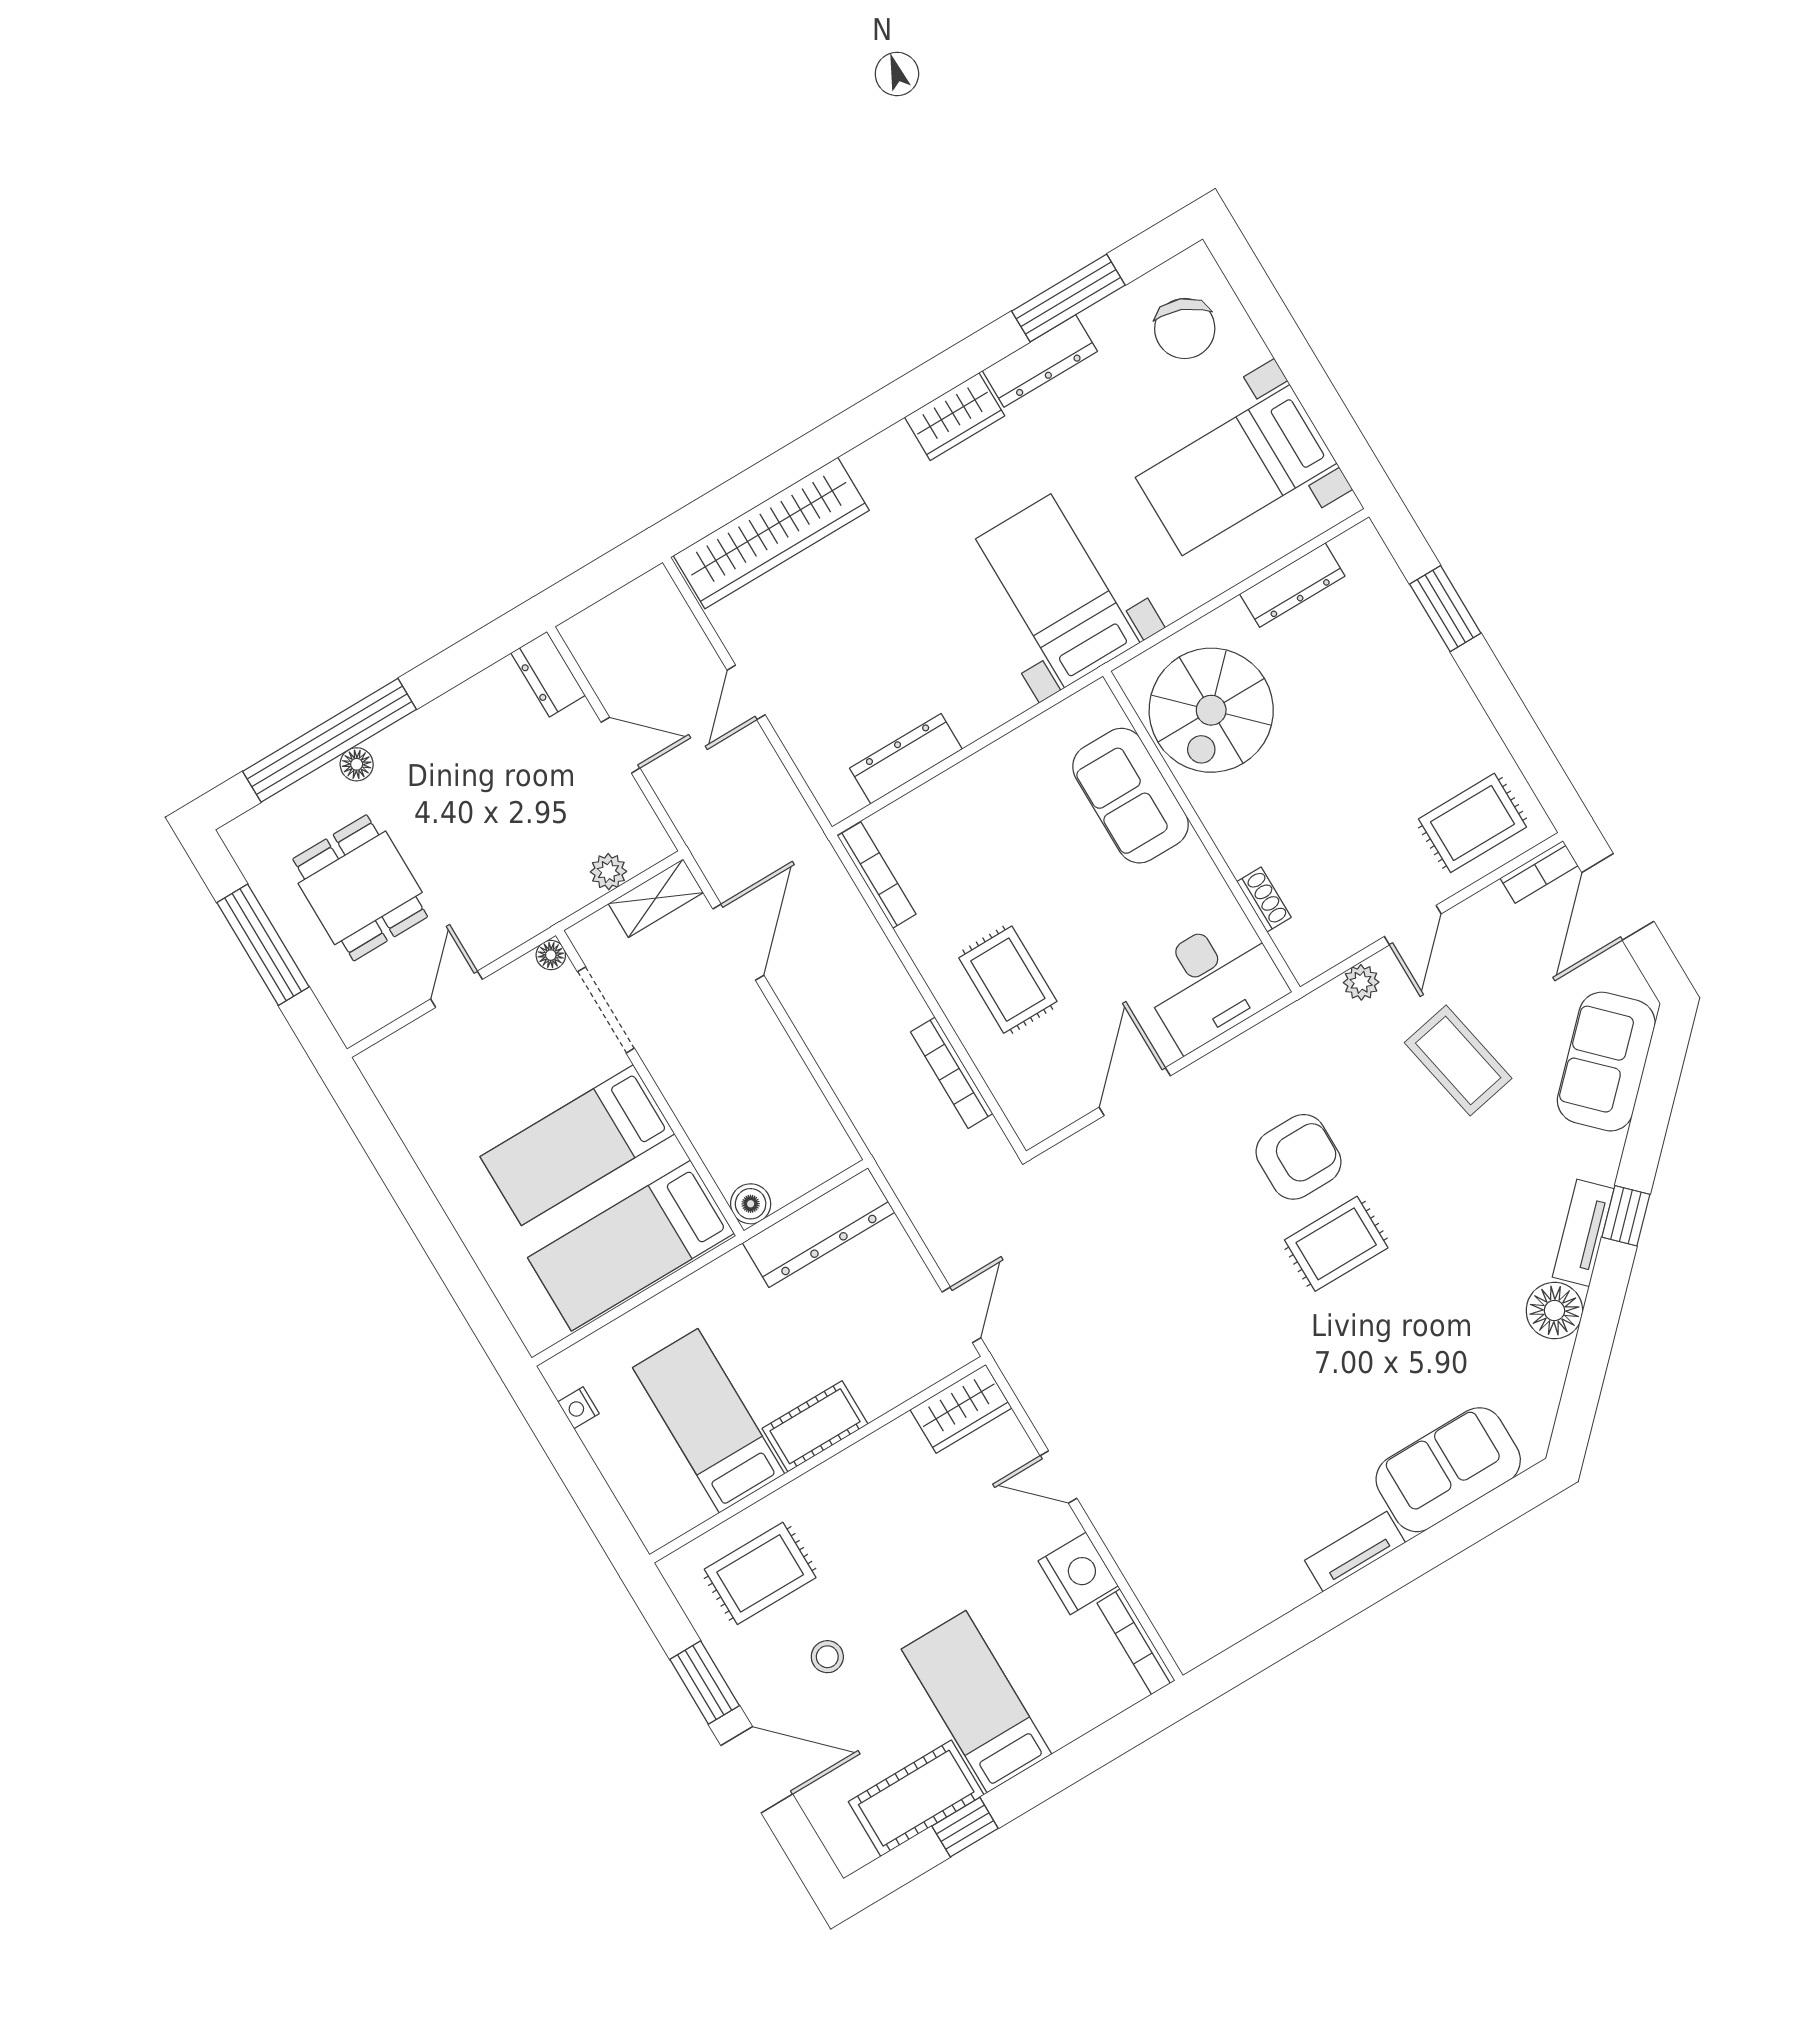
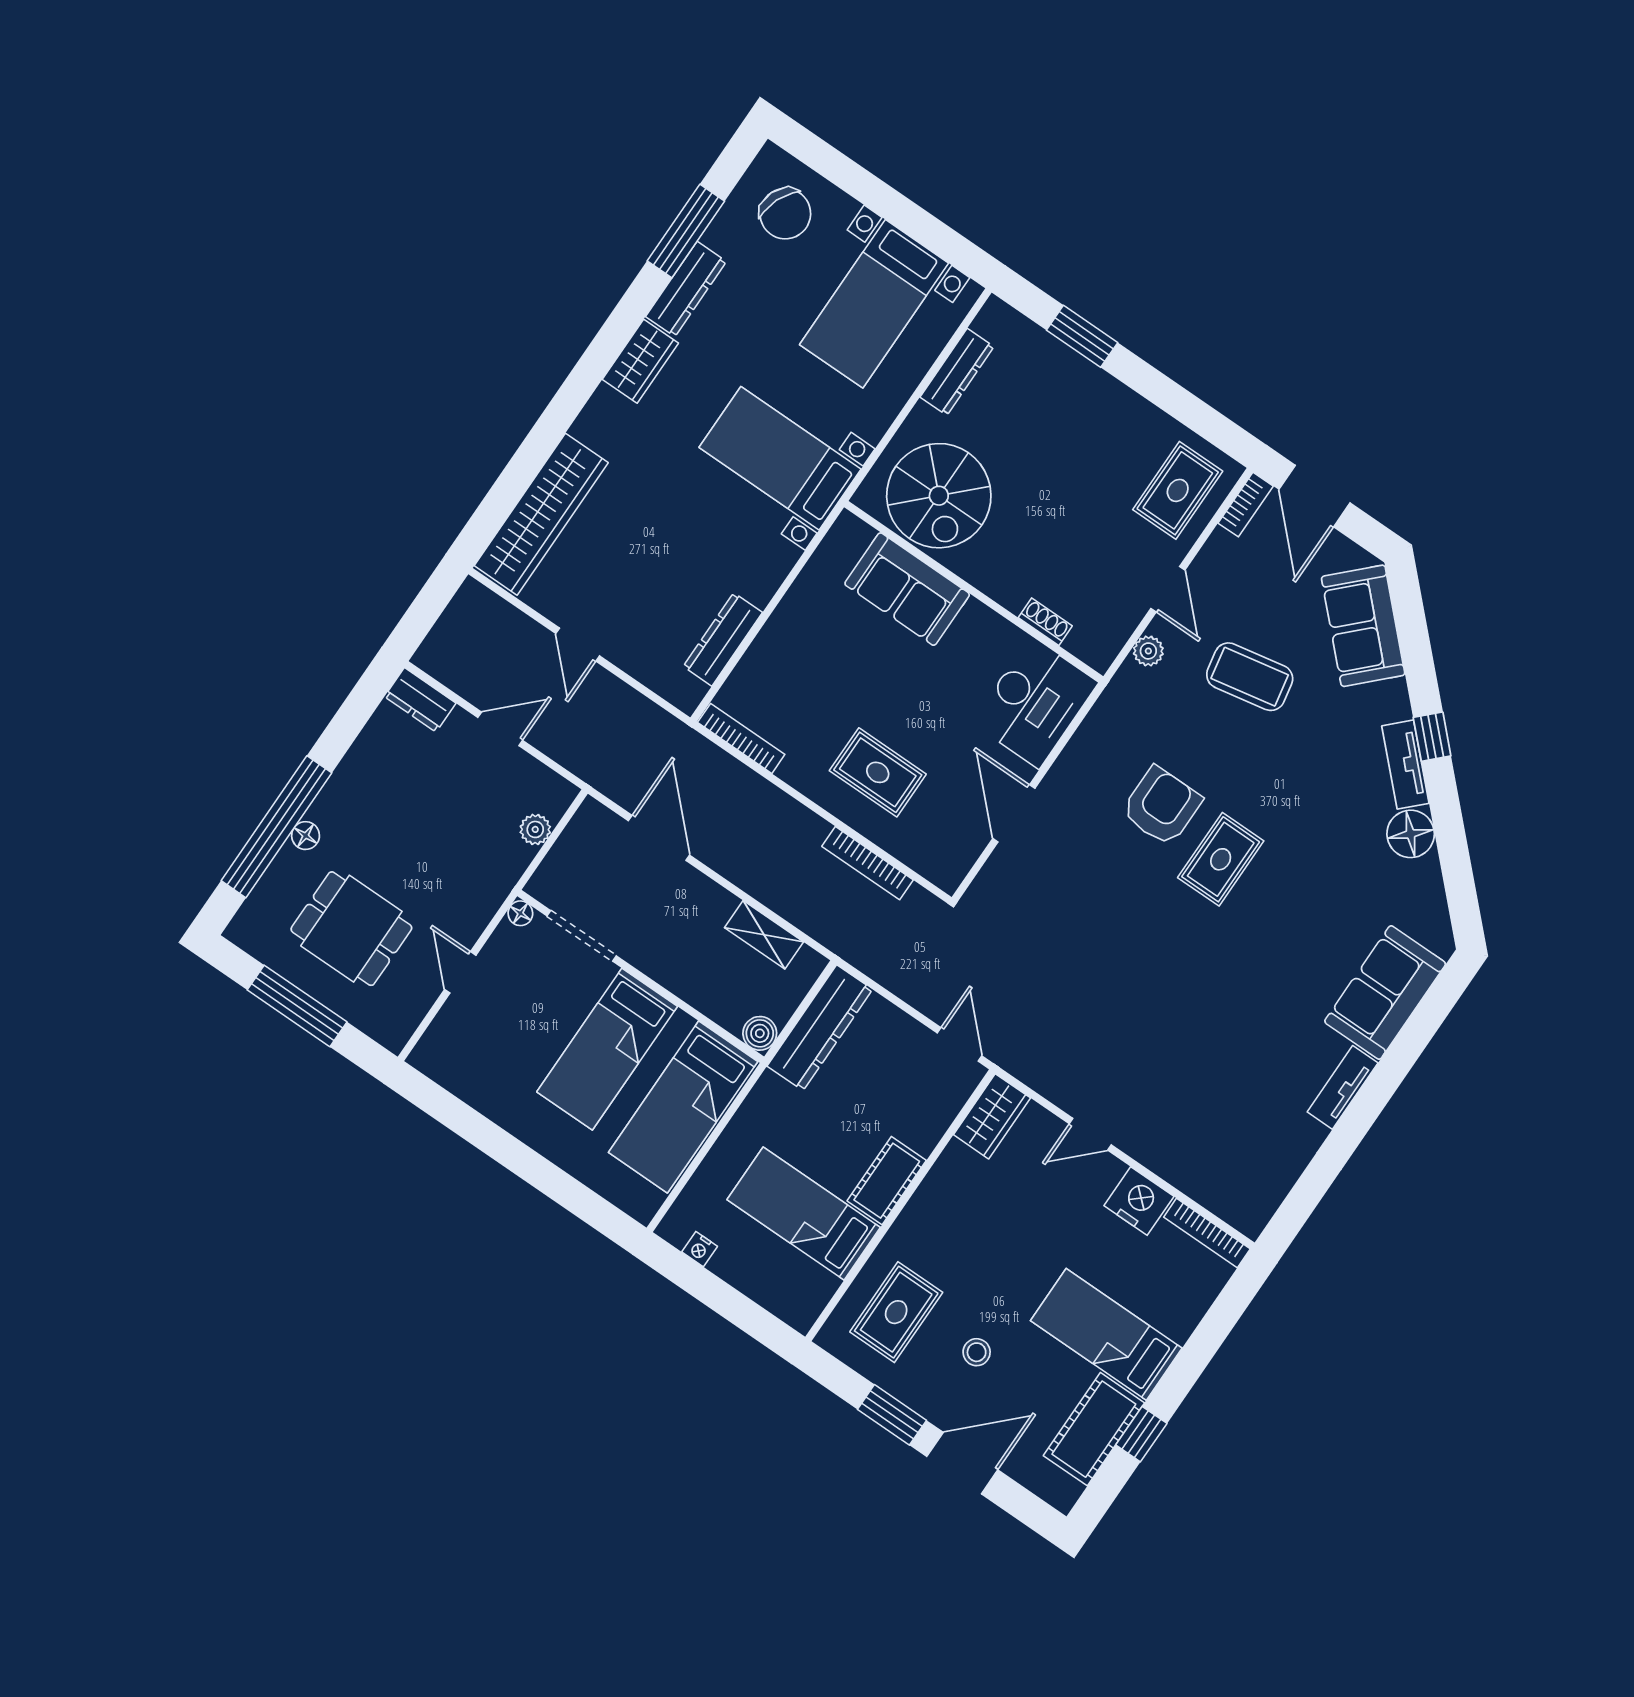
shelving: (656, 898) -> (764, 935), moved, turned 90

